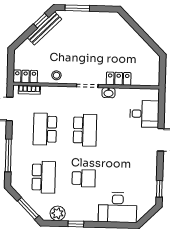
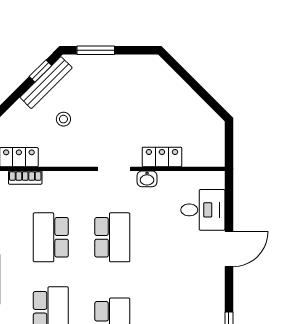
stool: (56, 75) -> (63, 119), moved

